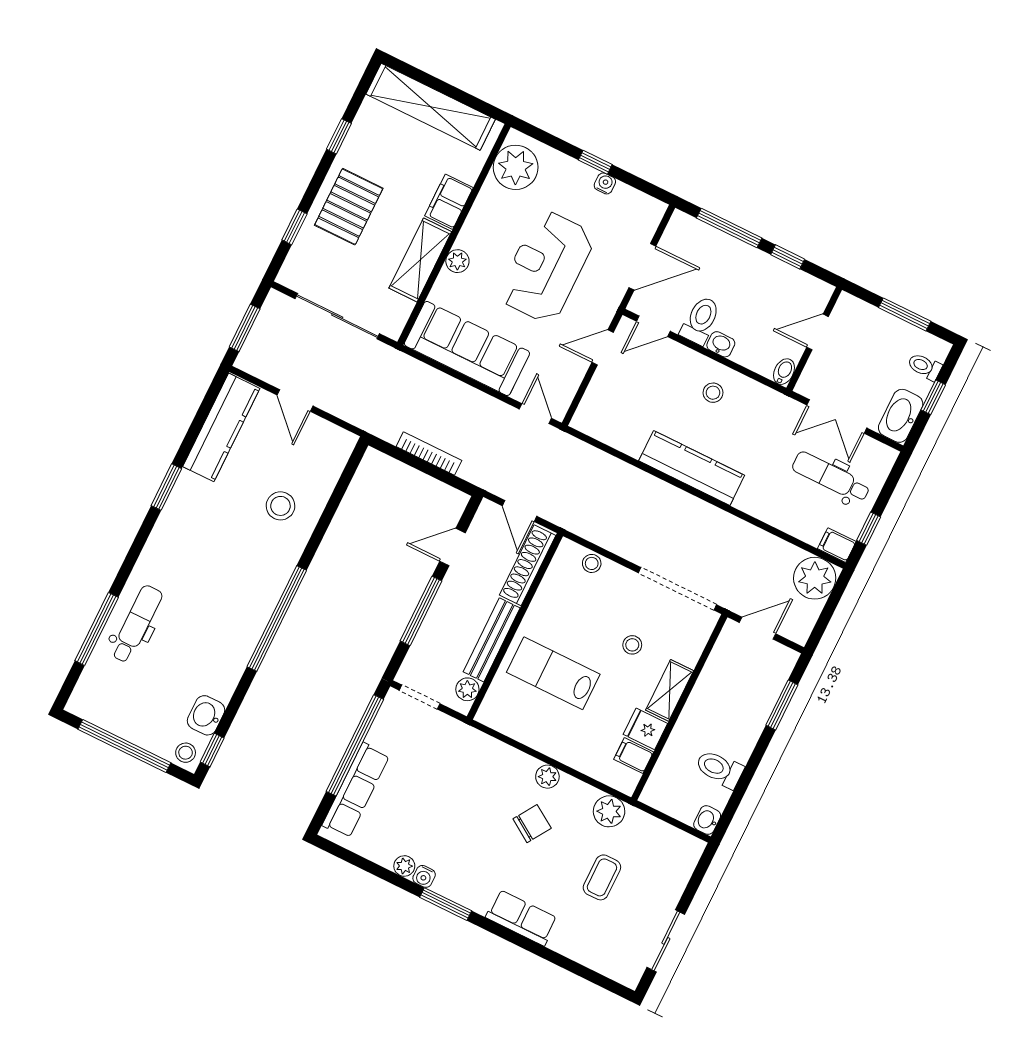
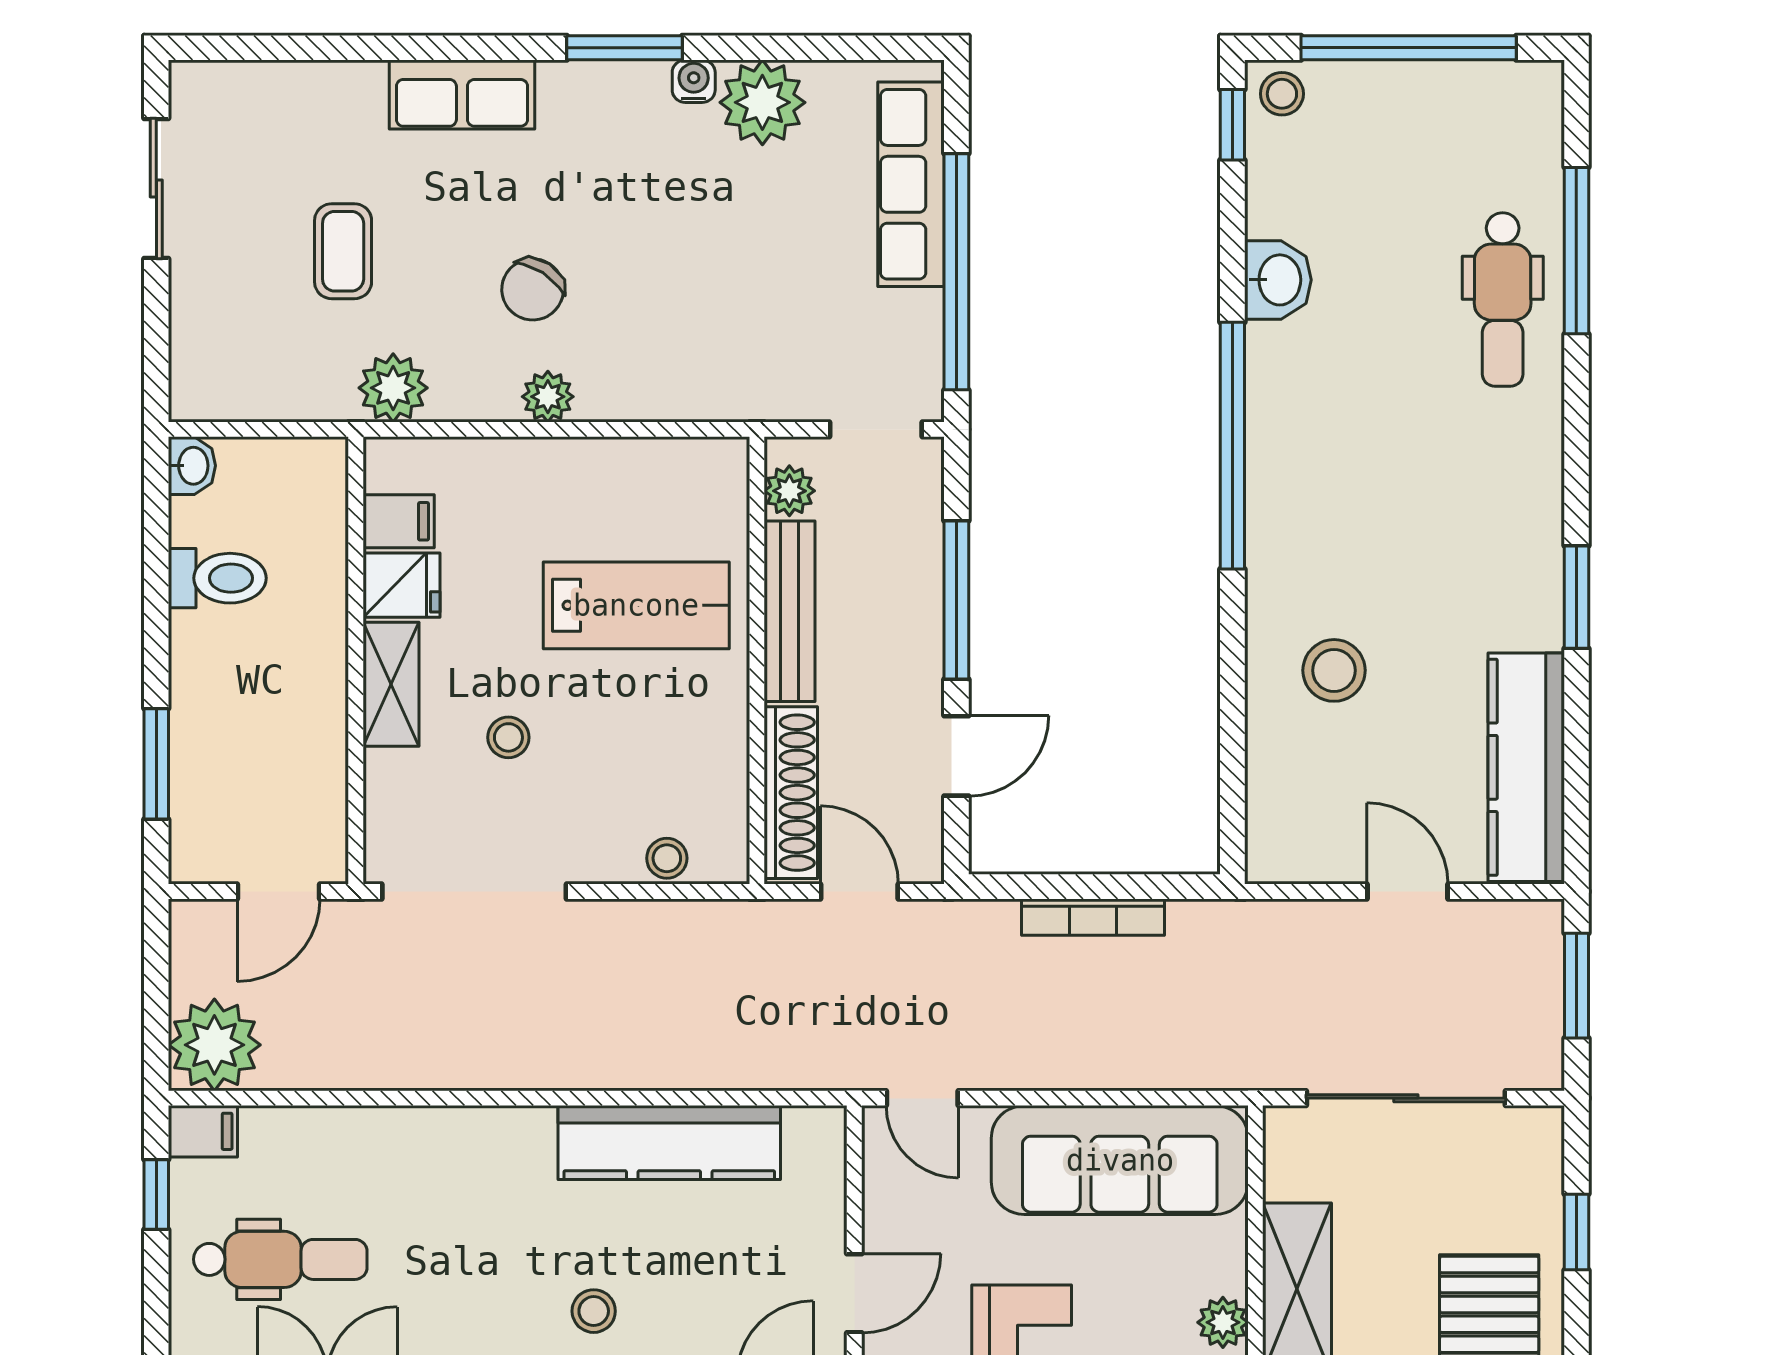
kitchen counter: (692, 468) -> (669, 1142), moved
washbasin: (206, 715) -> (1278, 280), moved
plant: (404, 866) -> (762, 102), width x1.88, depth x1.88

